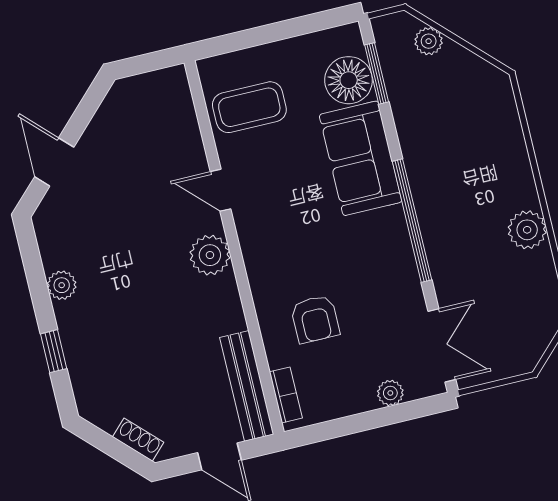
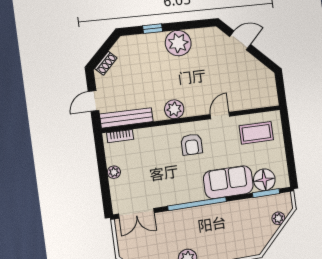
coffee table: (249, 107) -> (256, 133), turned 90
plant: (210, 255) -> (174, 109), moved
plant: (62, 285) -> (178, 43), width x1.88, depth x1.88
armchair: (315, 319) -> (192, 144), moved, turned -90
plant: (390, 393) -> (114, 172), moved

